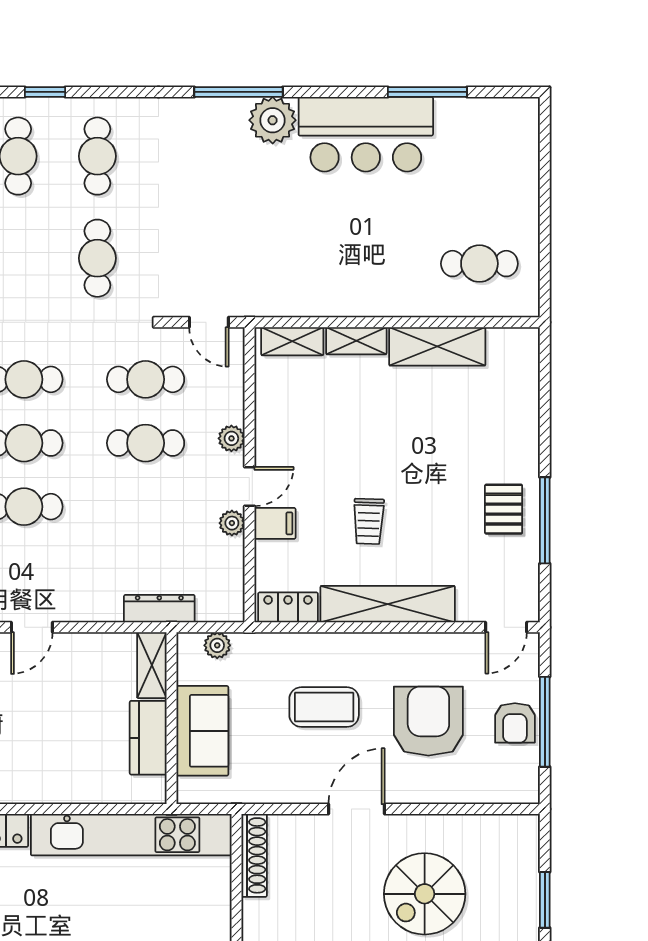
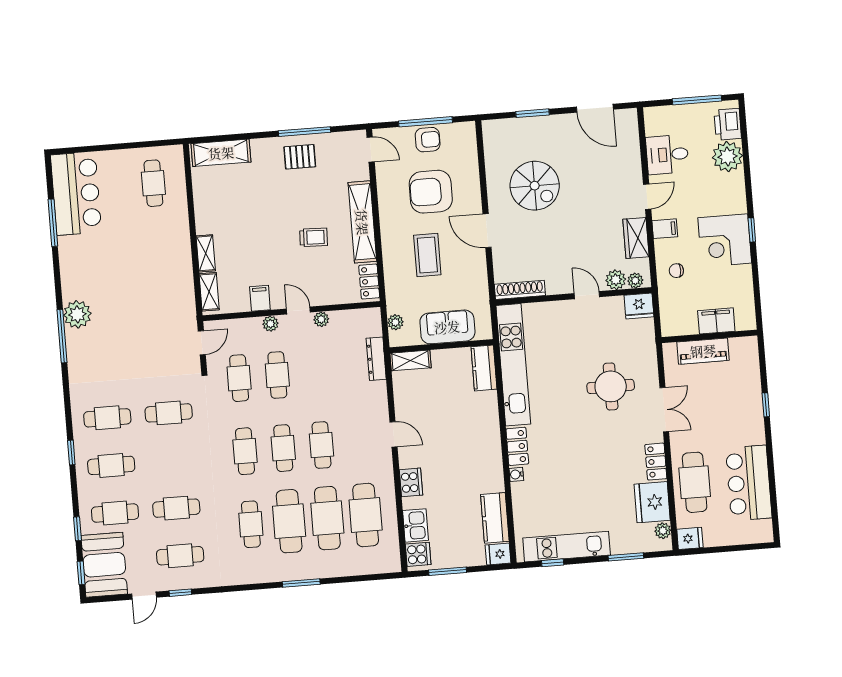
bar counter: (366, 134) -> (76, 193), moved
shelving: (437, 346) -> (221, 153), moved, turned 90
filing cabinet: (275, 523) -> (260, 298), moved
kitchen counter: (148, 738) -> (484, 368), moved, turned 90

